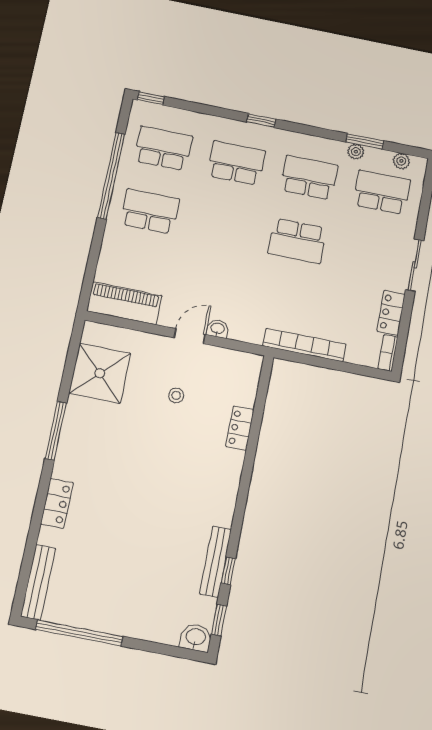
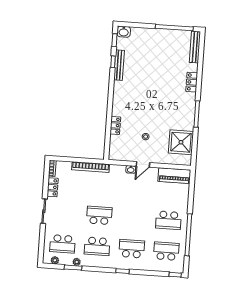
school desk: (163, 148) -> (166, 251), turned 180
school desk: (236, 163) -> (132, 249), turned 180

